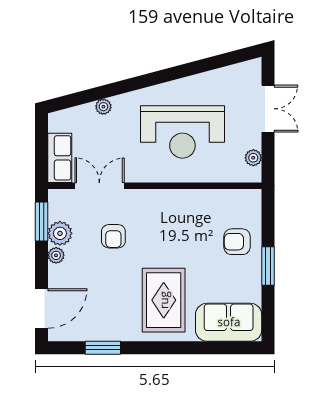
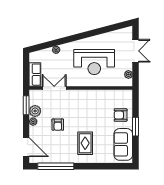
armchair: (113, 236) -> (58, 125), moved
rug: (164, 300) -> (85, 143), width x0.73, depth x0.70
door: (42, 308) -> (26, 147), hinge flipped
sofa: (229, 322) -> (123, 144), moved, turned -90
window: (103, 348) -> (56, 166), width x2.11

